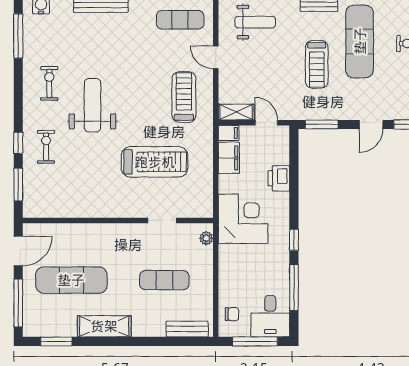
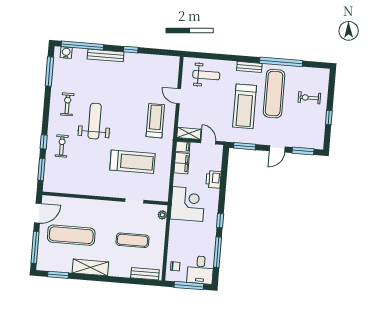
exercise mat: (180, 20) -> (157, 70), removed
treadmill: (317, 64) -> (245, 106), width x1.37, depth x1.38

